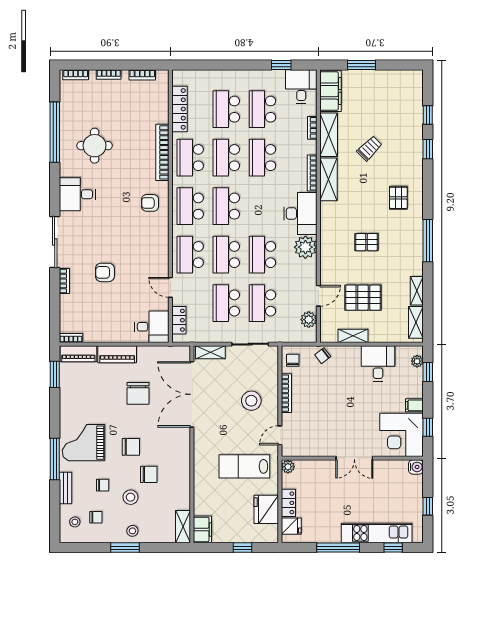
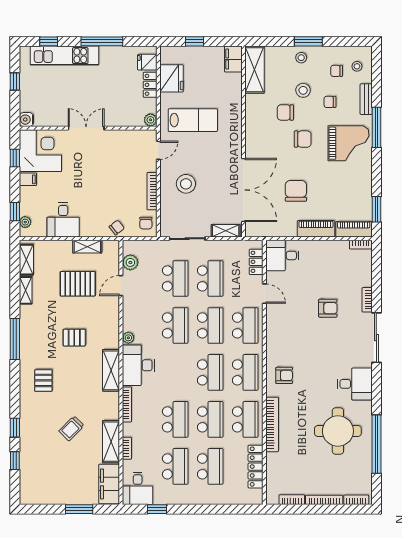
bookcase: (109, 75) -> (324, 500), width x1.56
round table: (95, 146) -> (338, 431), width x1.36, depth x1.36
shelving: (329, 179) -> (111, 370), moved
plant: (305, 247) -> (128, 338), width x0.53, depth x0.53
chair: (131, 447) -> (303, 139), turned 180
shelving: (183, 527) -> (255, 70), width x1.50, depth x1.33

